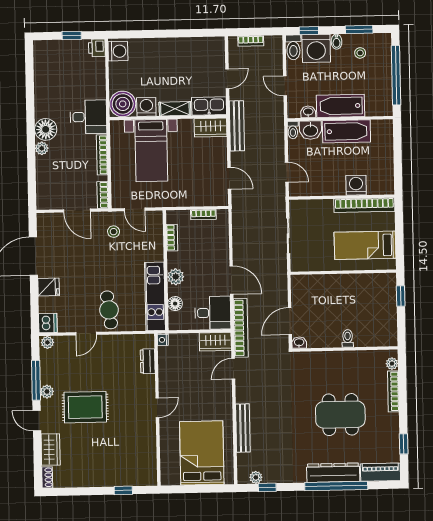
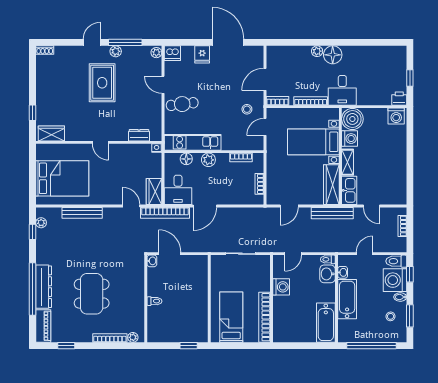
wardrobe: (211, 128) -> (331, 185), width x1.50
bathtub: (346, 131) -> (326, 323), moved
washing machine: (356, 185) -> (281, 287), moved
wardrobe: (51, 449) -> (51, 133), moved, turned 180

